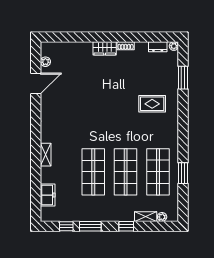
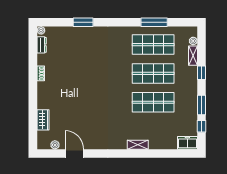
wardrobe: (105, 48) -> (43, 120), moved
window: (183, 78) -> (83, 22), moved
rug: (152, 104) -> (92, 50), removed
window: (183, 173) -> (154, 22), width x1.44
freezer: (48, 195) -> (187, 143), moved

